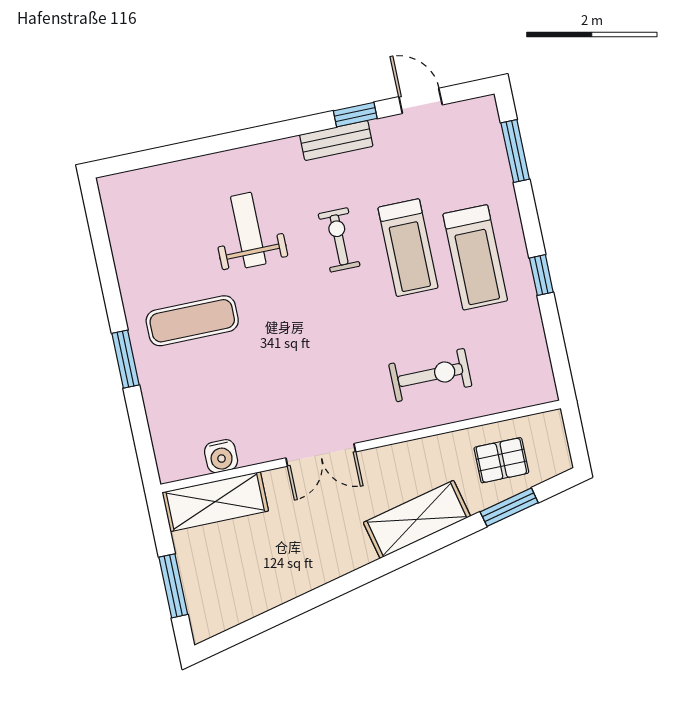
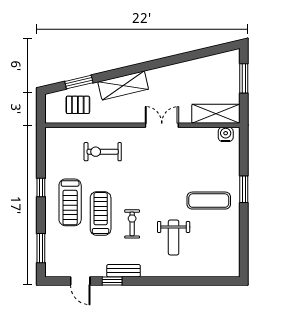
exercise bike: (339, 240) -> (132, 224), turned 180
treadmill: (475, 257) -> (70, 202), turned 180
water cooler: (221, 456) -> (226, 134), moved

